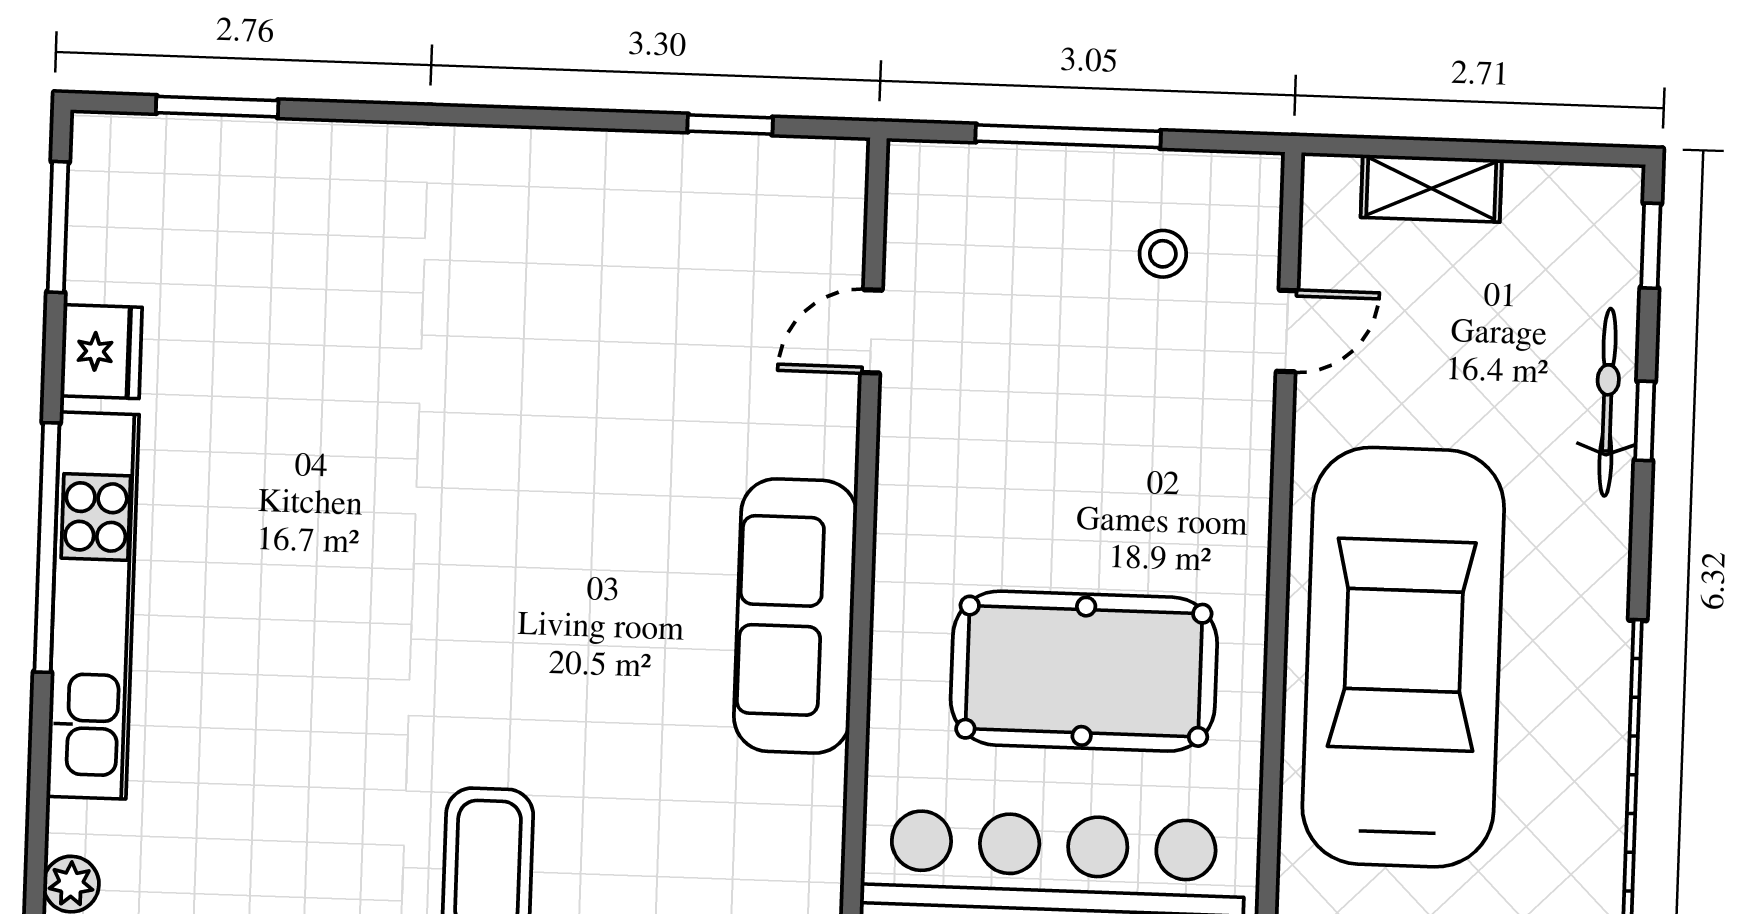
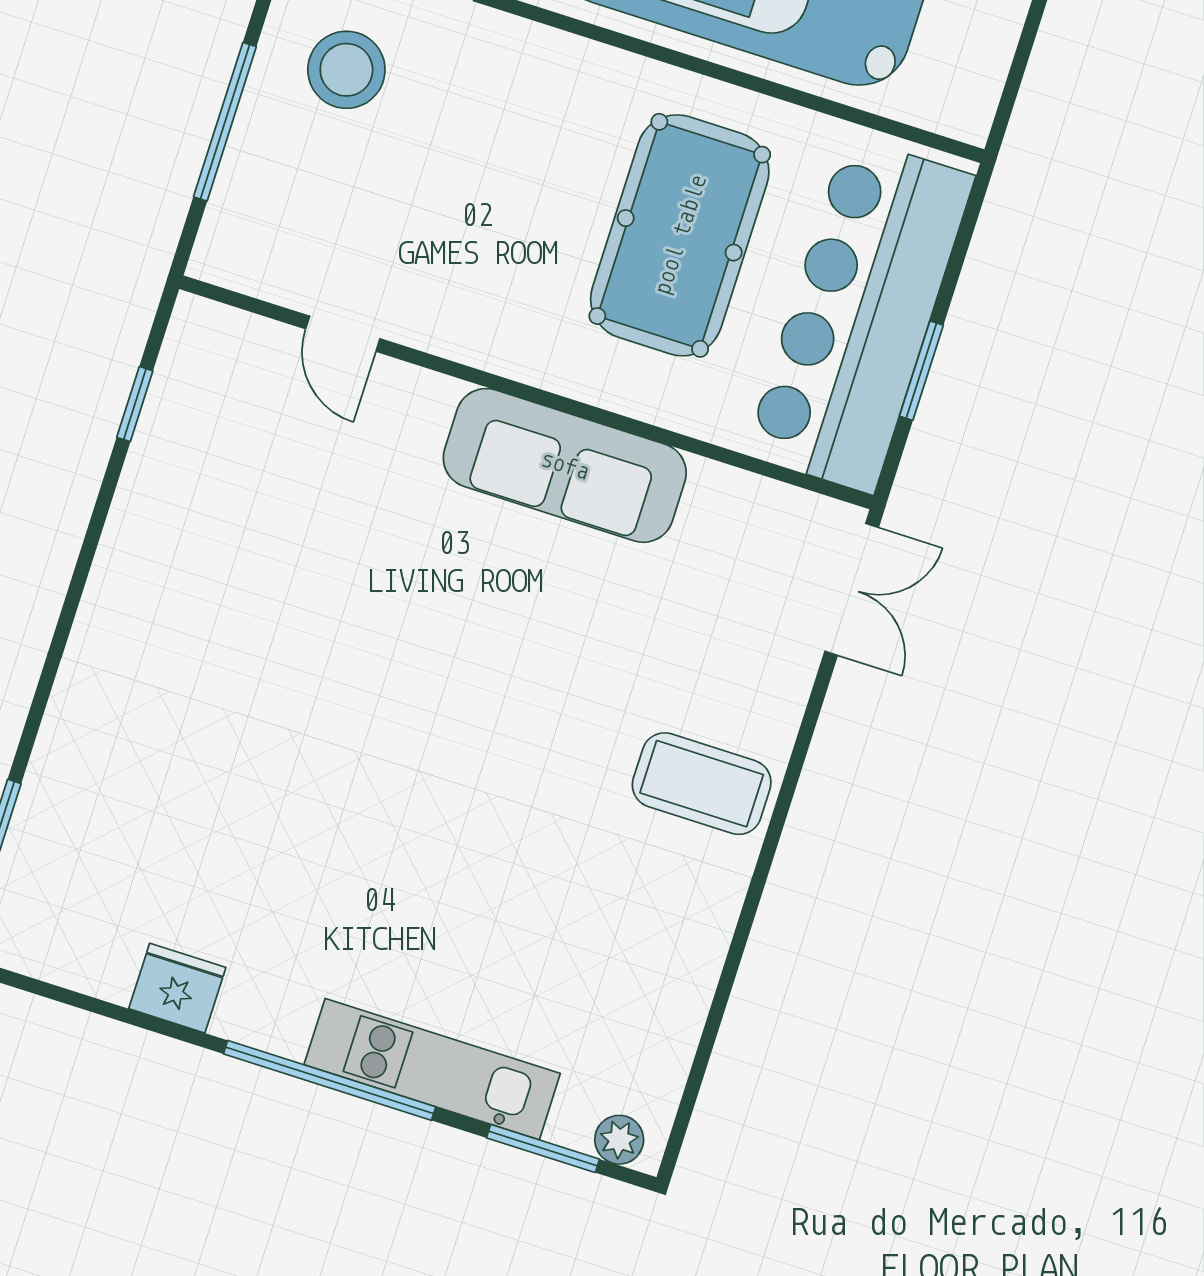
window: (58, 227) -> (543, 1148), moved
stool: (1163, 254) -> (346, 70), width x1.89, depth x1.89
kitchen unit: (93, 605) -> (432, 1069), width x0.73

